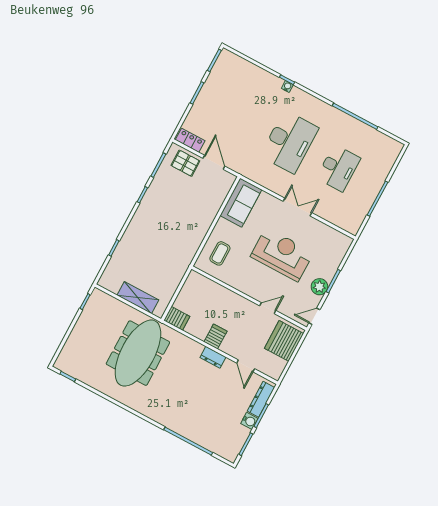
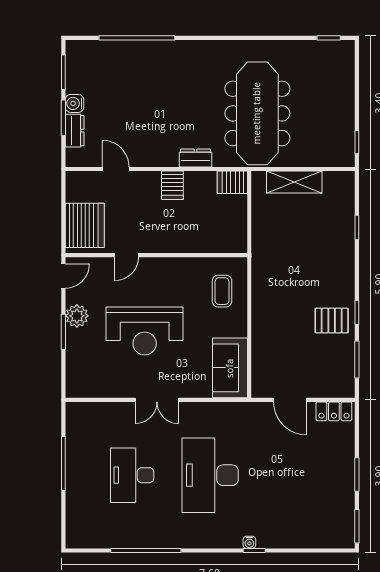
pallet: (185, 163) -> (332, 321), moved
dresser: (213, 357) -> (195, 158), moved
dresser: (261, 399) -> (75, 131), width x0.70

